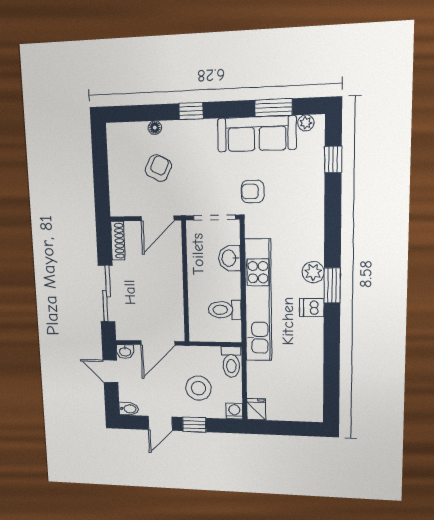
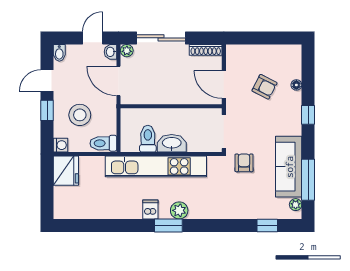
window: (273, 108) -> (308, 180), width x1.44
washbasin: (229, 258) -> (172, 143), moved, width x1.38
plant: (123, 333) -> (127, 51), added
fridge: (256, 409) -> (66, 171), width x1.88, depth x1.34
door: (160, 423) -> (47, 80), hinge flipped

